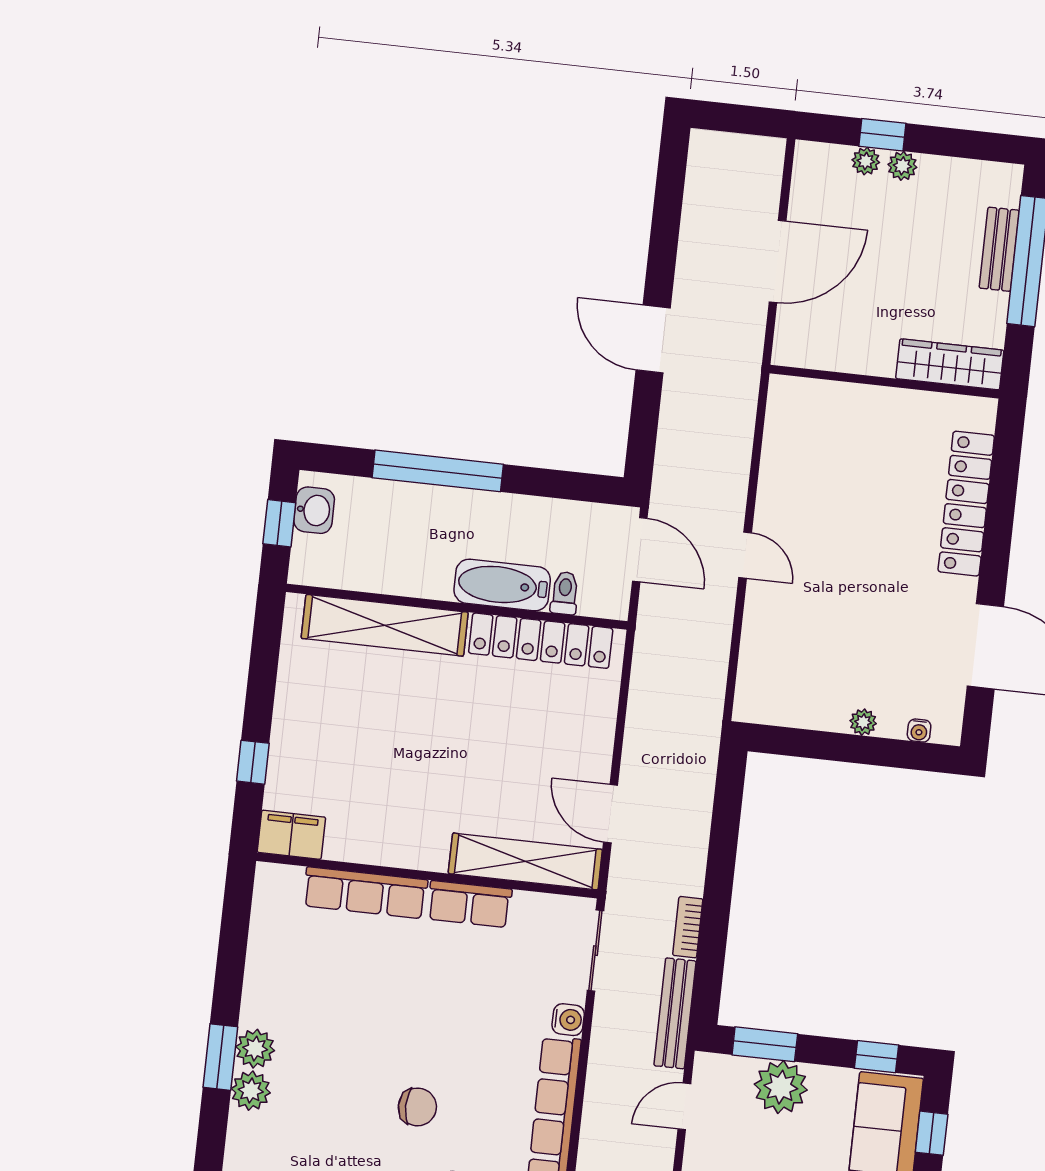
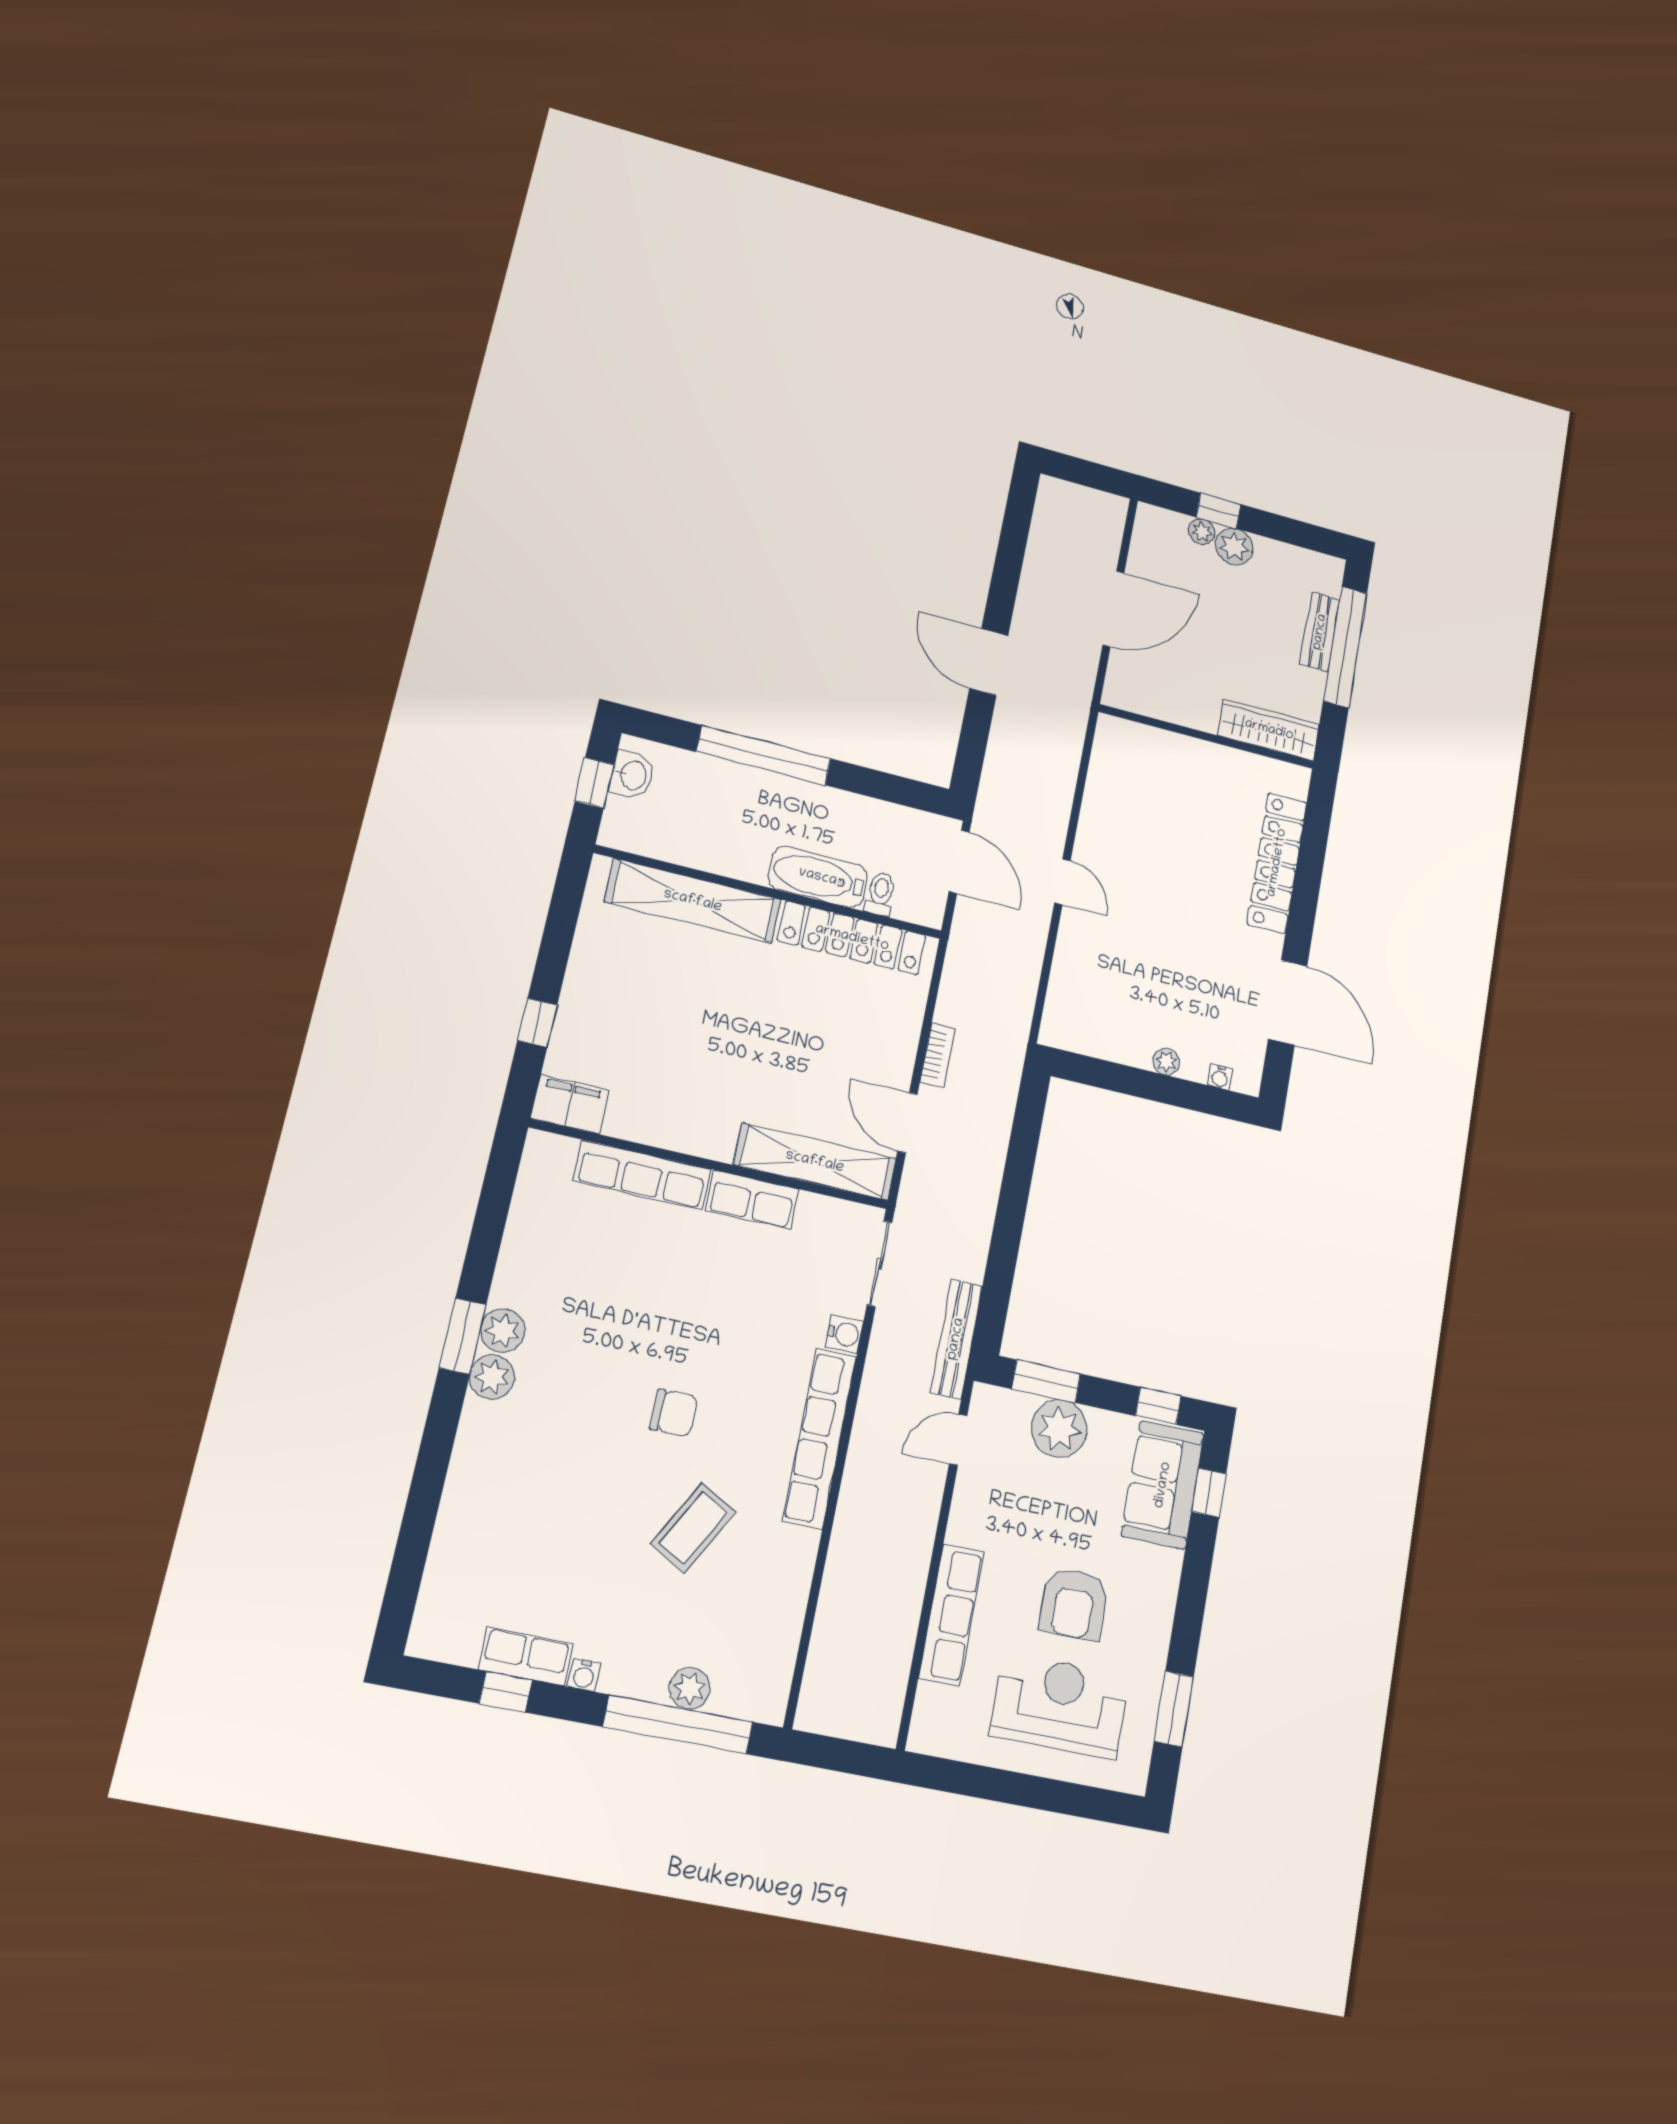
plant: (902, 166) -> (1234, 547), width x1.38, depth x1.38
bookcase: (688, 927) -> (938, 1056), moved, turned 180

